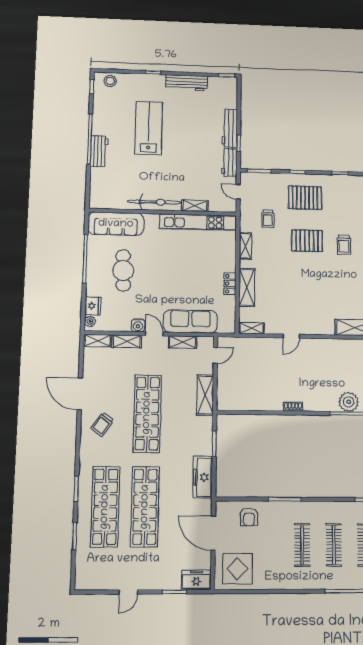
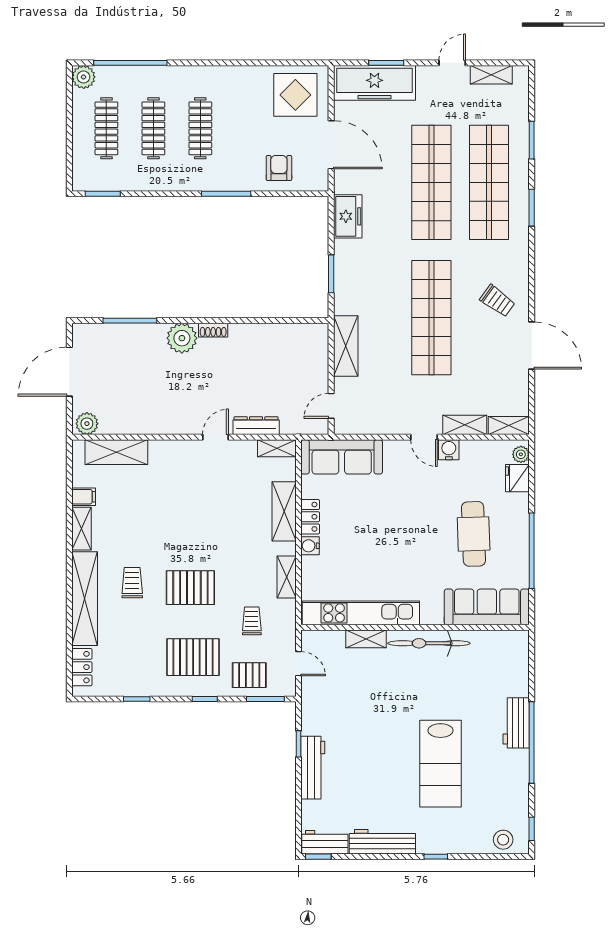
workbench: (229, 162) -> (325, 842), moved, turned -90
pallet: (269, 186) -> (249, 675), added
water cooler: (230, 265) -> (310, 546), added
sofa: (190, 322) -> (342, 457), moved
shelving: (182, 342) -> (491, 75), moved
dresser: (265, 343) -> (256, 426), added
plant: (349, 402) -> (182, 338), moved
trolley: (102, 424) -> (497, 301), turned 90
freezer: (203, 477) -> (348, 216), width x0.71
freezer: (196, 580) -> (374, 83), width x1.91, depth x1.26

